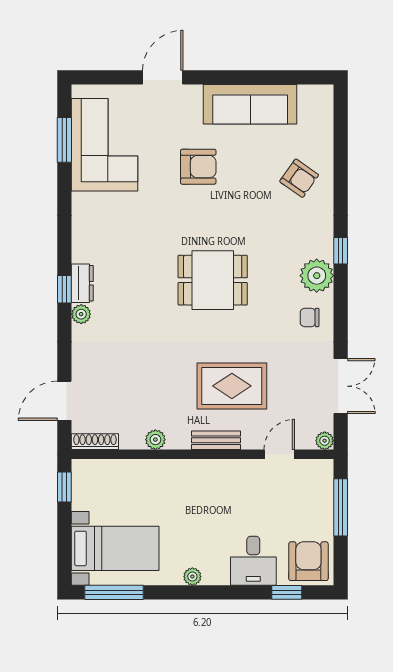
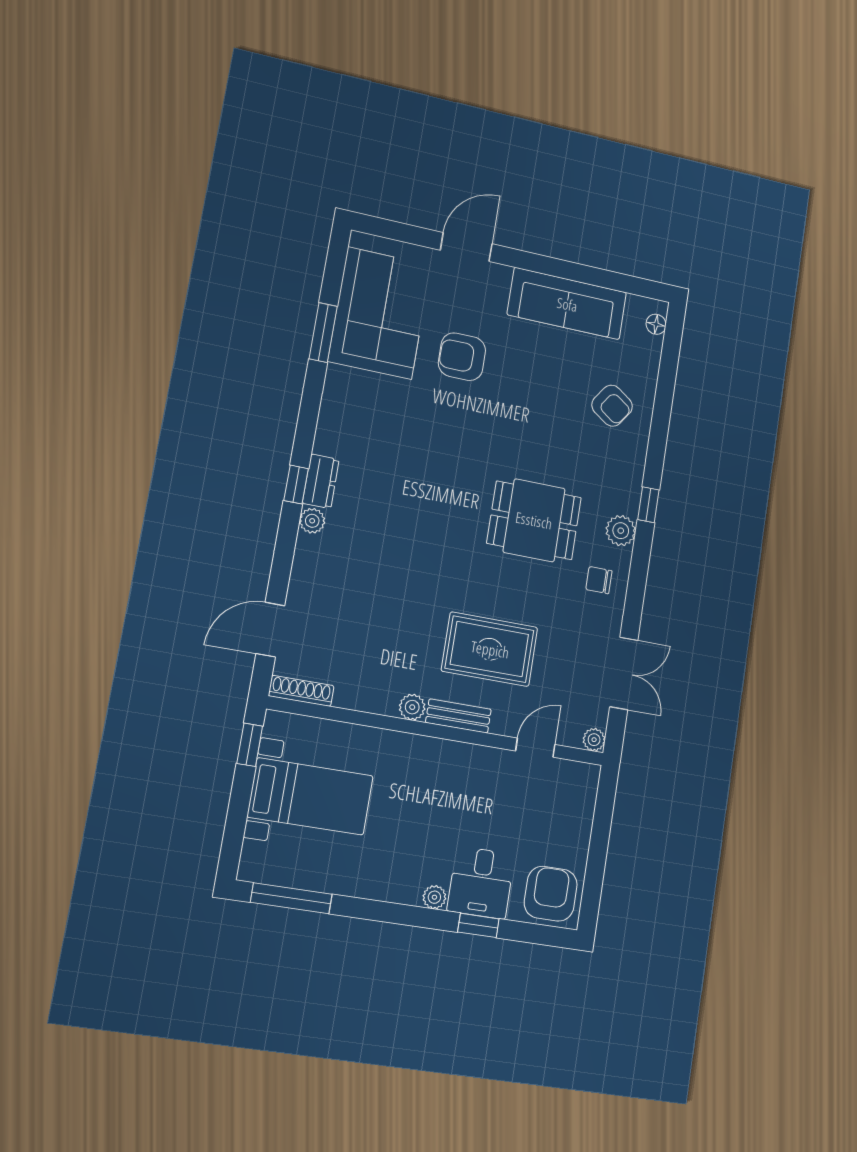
floor lamp: (325, 105) -> (656, 324), added
window: (64, 140) -> (323, 333), moved
armchair: (198, 167) -> (462, 357), moved, turned 180
plant: (317, 276) -> (621, 531), width x0.73, depth x0.73
dining table: (213, 280) -> (534, 520), moved
plant: (155, 440) -> (412, 707), moved
window: (341, 507) -> (601, 829), removed
bed with nightstands: (115, 548) -> (310, 796), moved
plant: (192, 577) -> (434, 897), moved
window: (287, 592) -> (478, 925), moved

